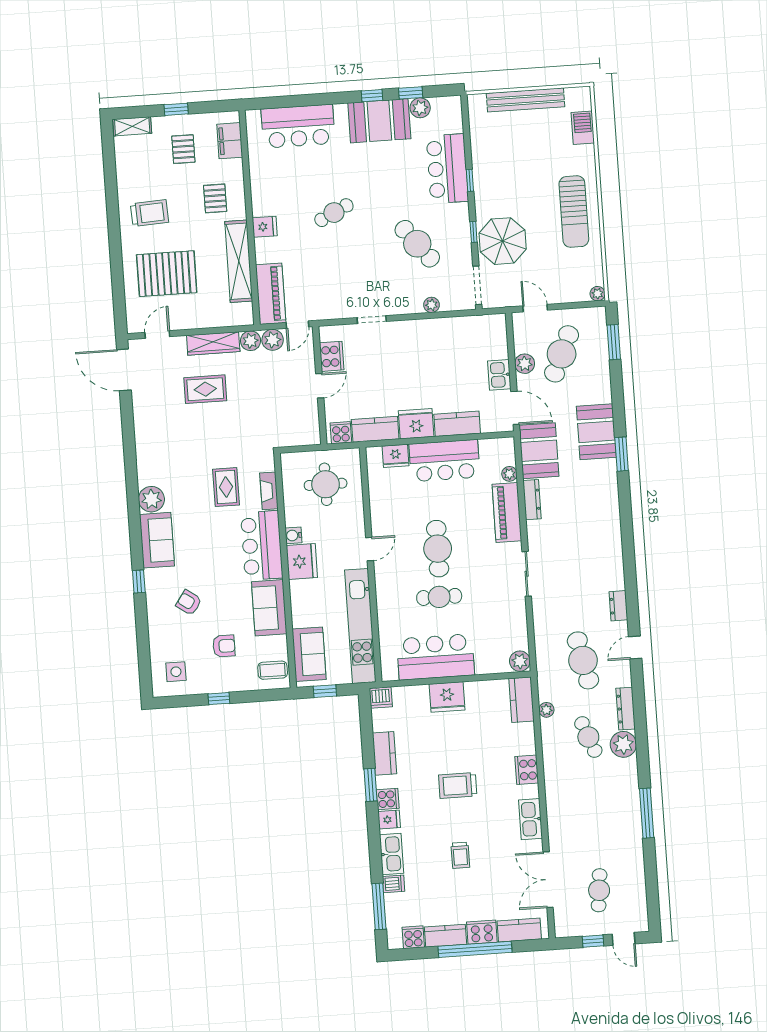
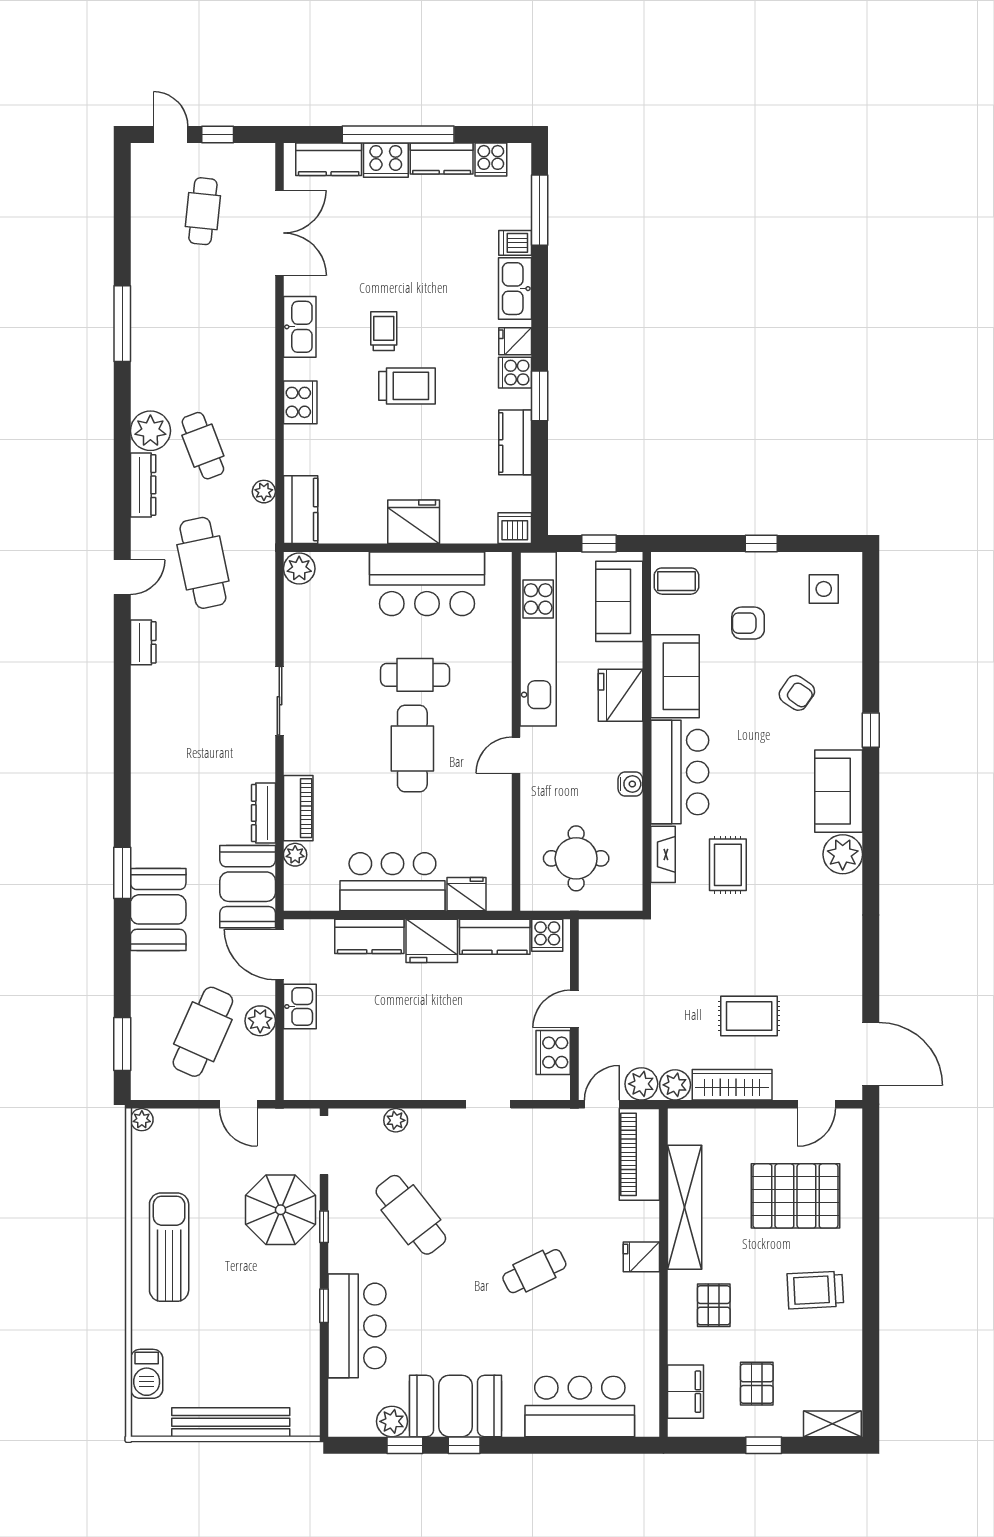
piano: (507, 512) -> (298, 808), width x0.73, depth x0.75
fridge: (302, 561) -> (620, 695), moved
trolley: (460, 855) -> (384, 331), moved

